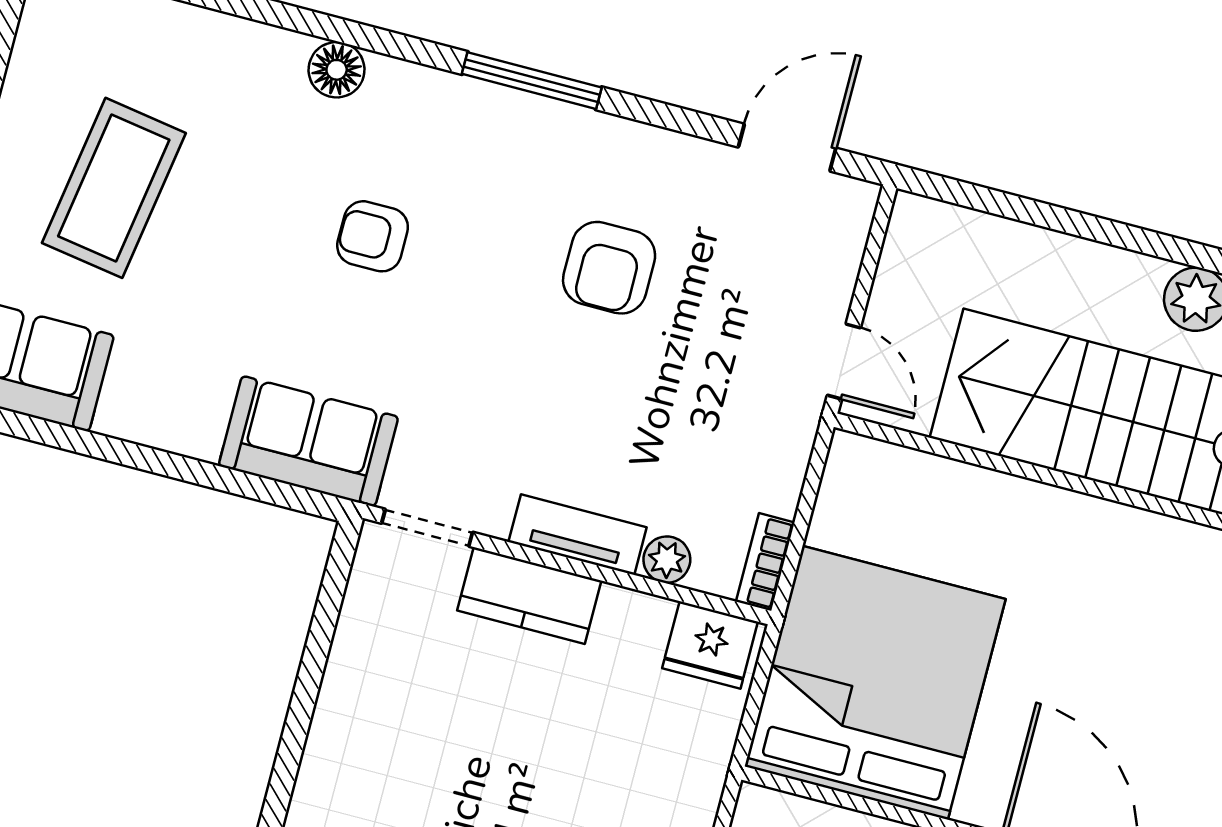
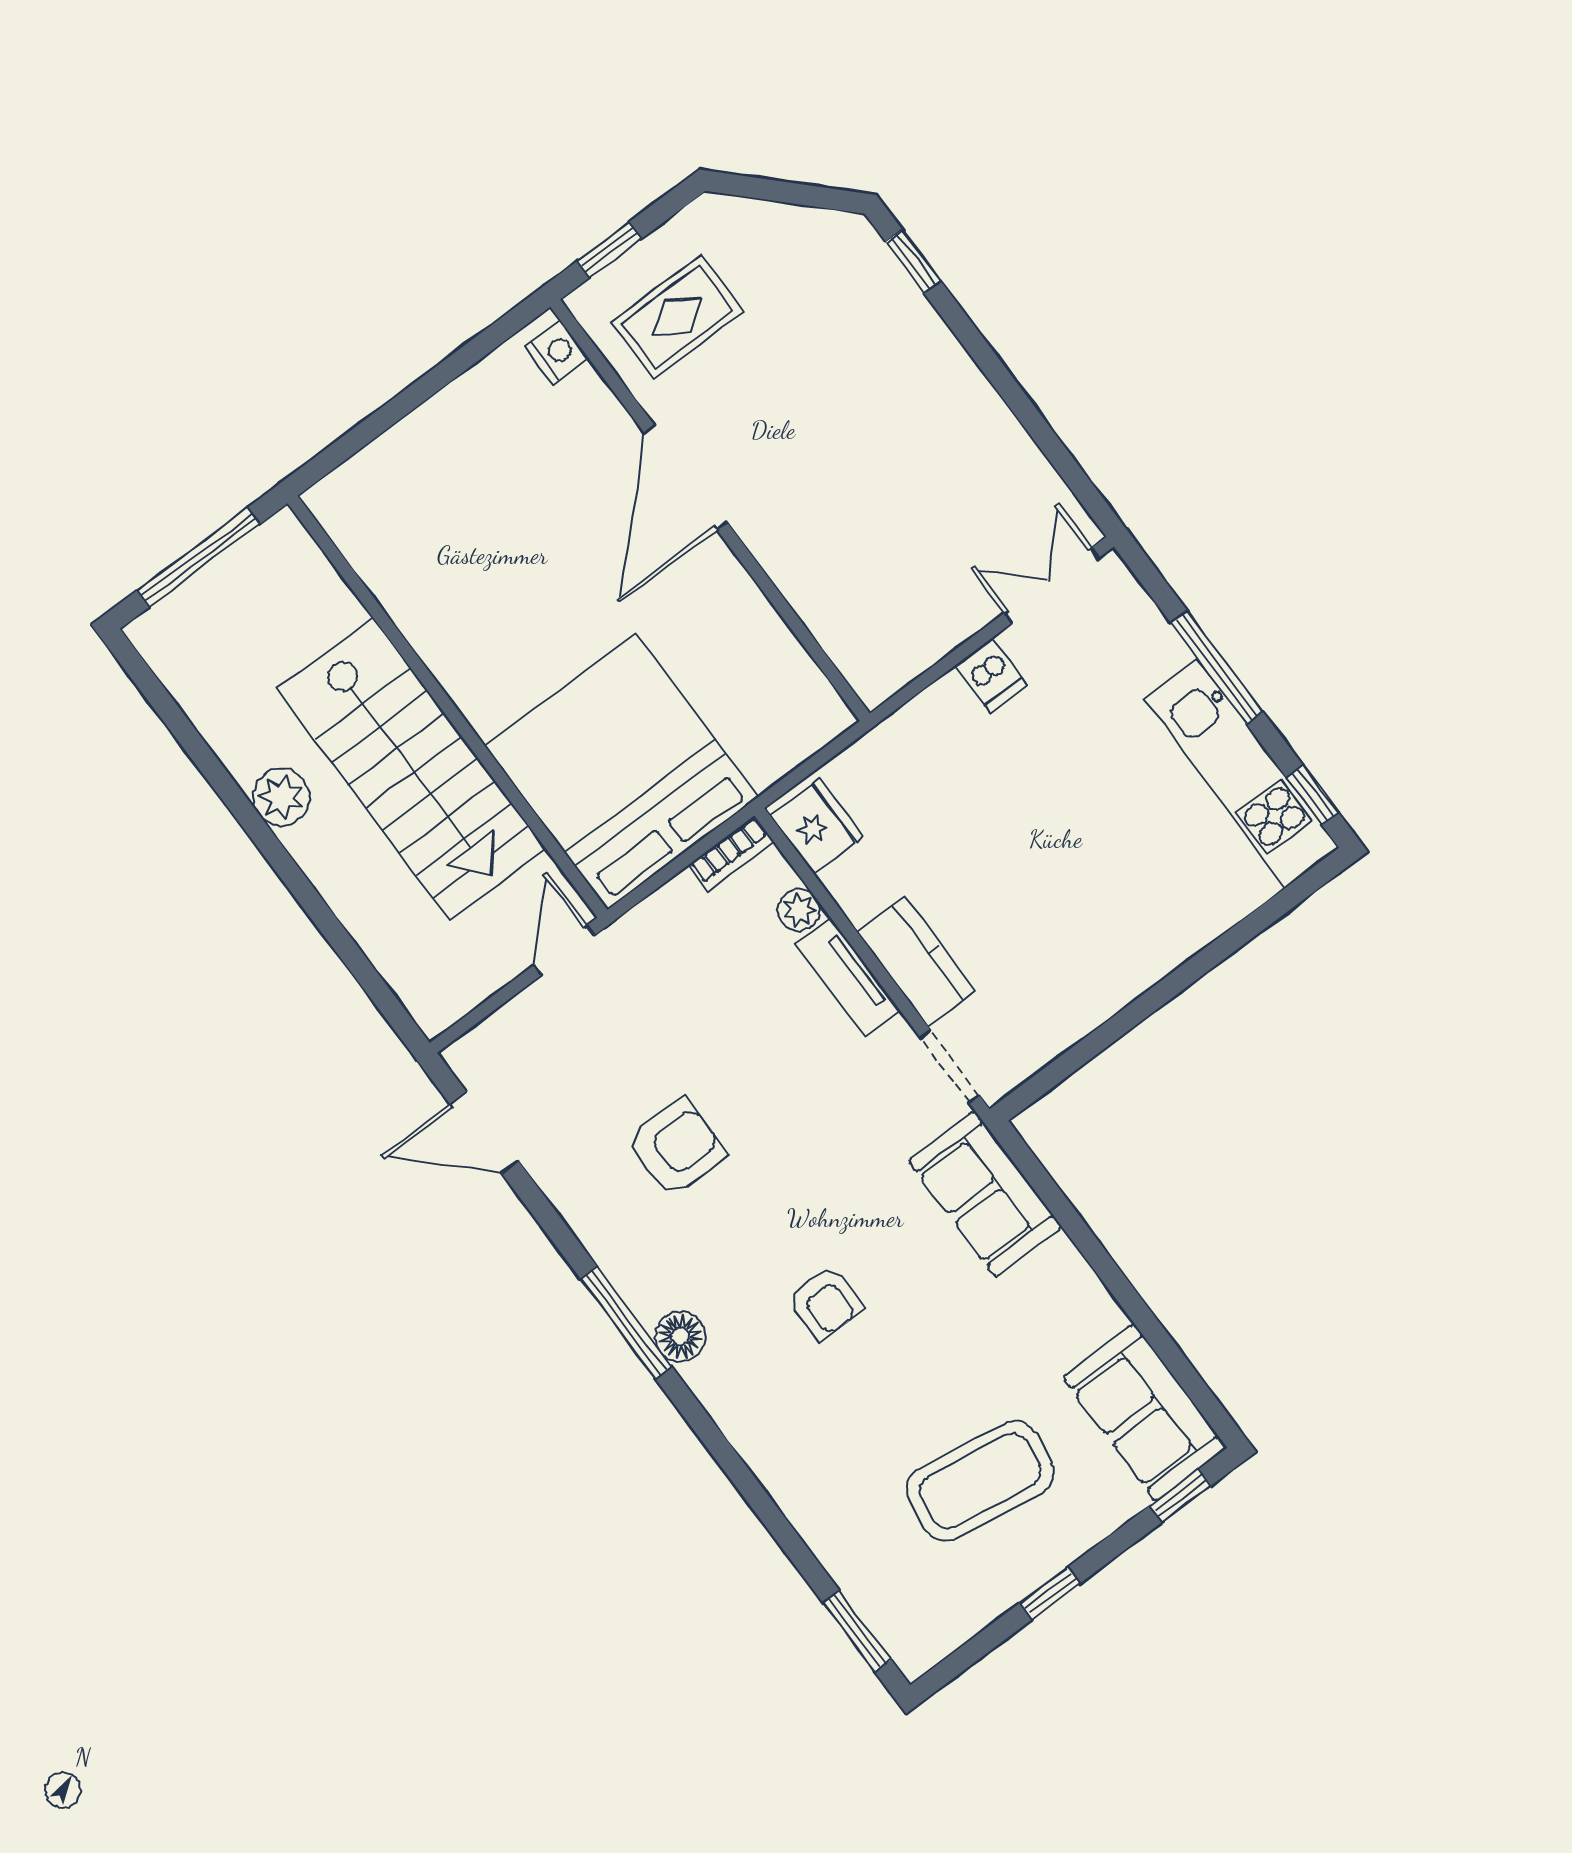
floor lamp: (337, 70) -> (680, 1336), moved
bed: (875, 683) -> (622, 771), moved, turned 90

